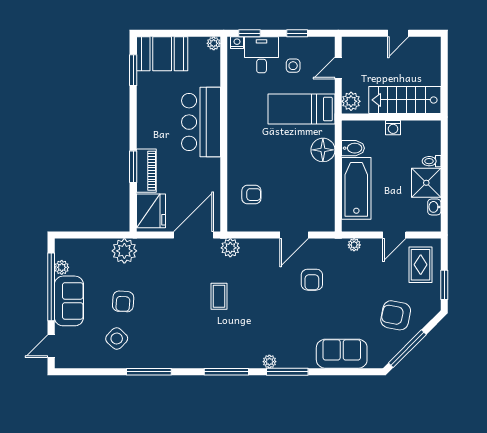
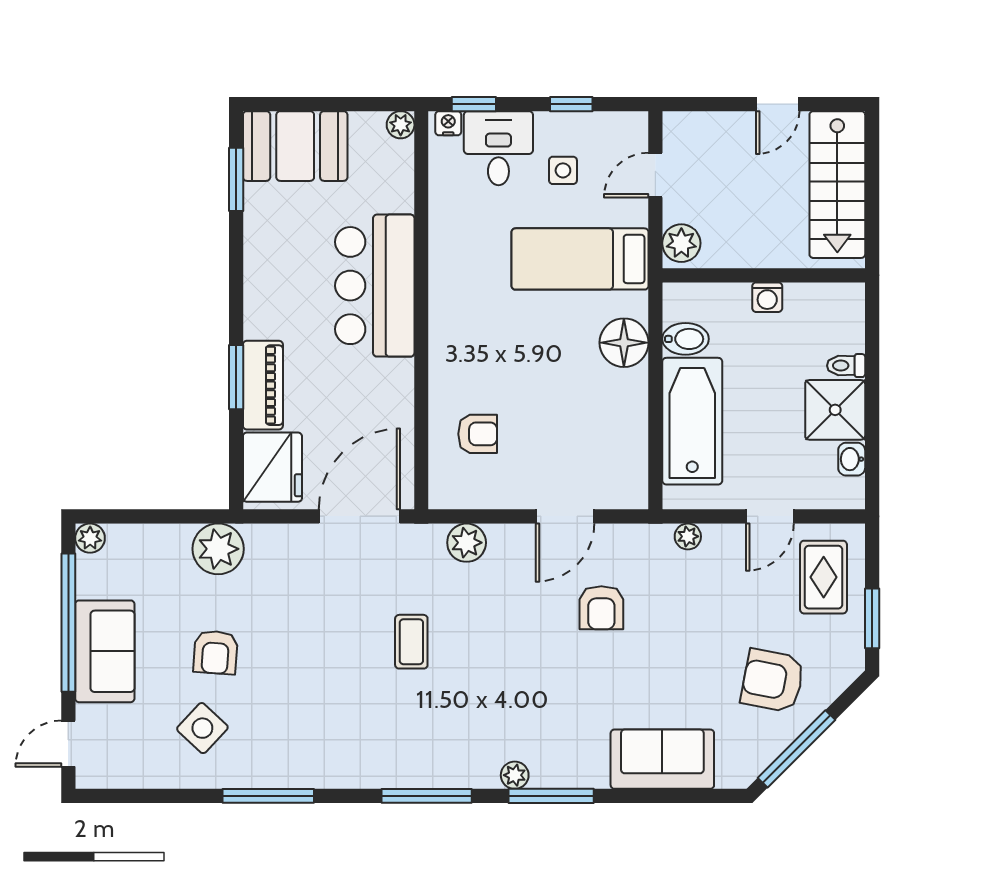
stairs: (405, 100) -> (837, 185), moved, turned -90
plant: (230, 248) -> (467, 543), moved
plant: (62, 267) -> (90, 538), moved

